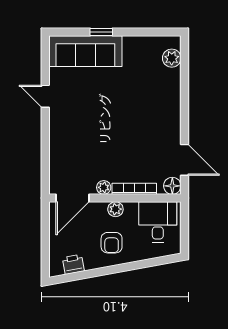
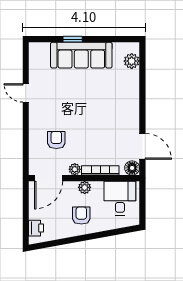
sofa: (85, 51) -> (81, 55), moved
armchair: (82, 152) -> (56, 140), added
armchair: (112, 243) -> (81, 216), turned 180
printer: (73, 264) -> (36, 228), moved, turned 100

